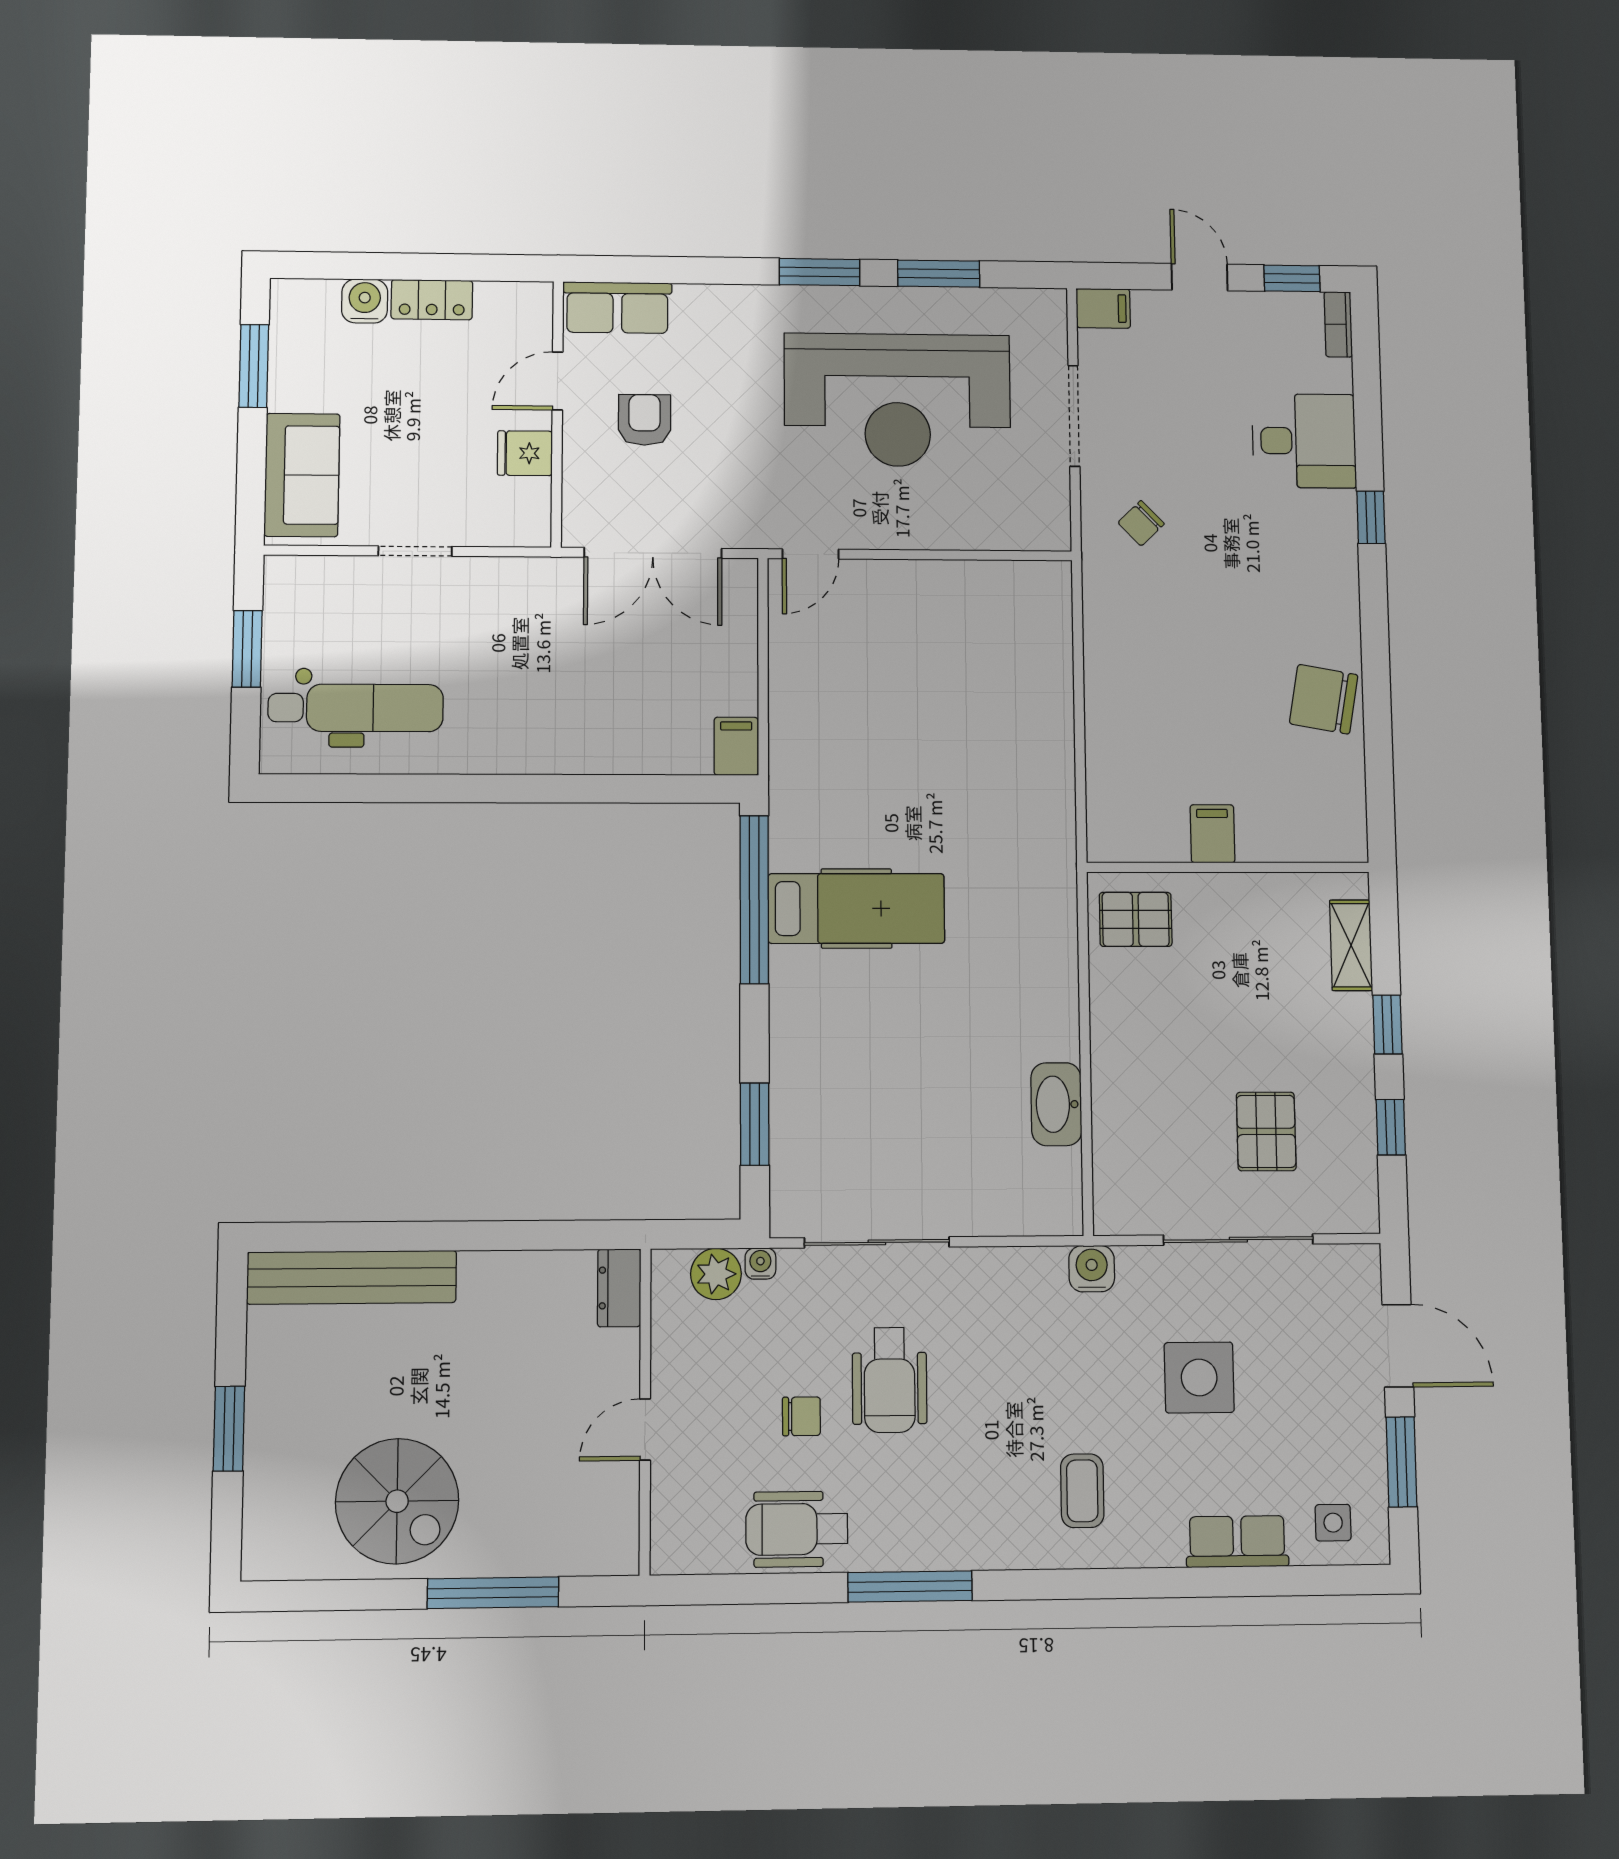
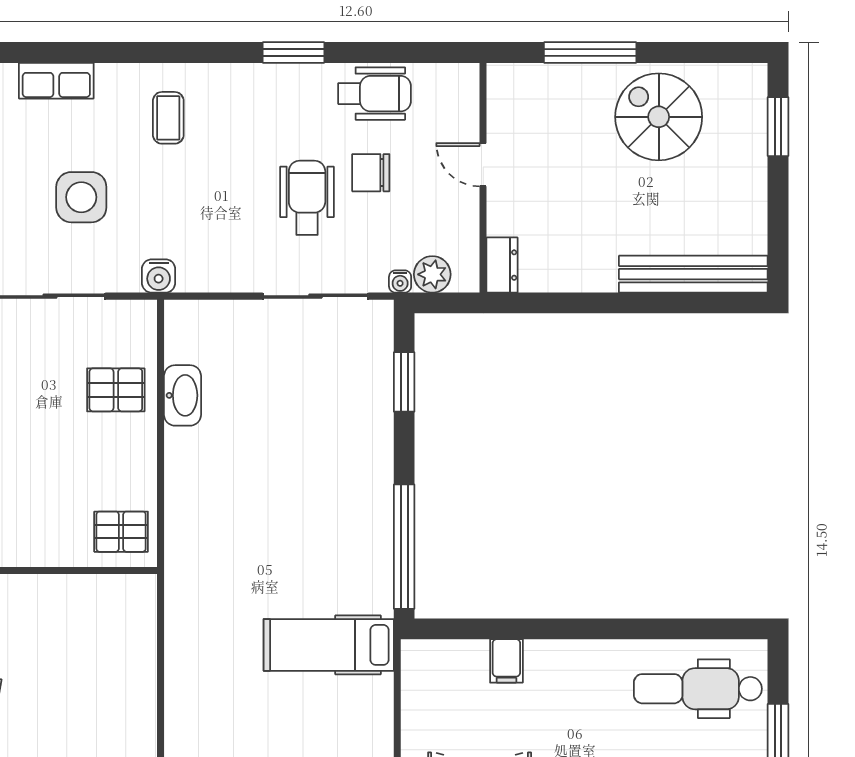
filing cabinet: (736, 746) -> (506, 661), moved
filing cabinet: (1212, 834) -> (62, 596), removed
hospital bed: (856, 908) -> (329, 645), moved
pallet: (1266, 1131) -> (116, 390), moved, turned 90
chair: (801, 1416) -> (371, 173), width x1.37, depth x1.37
window: (229, 1429) -> (778, 127), moved
door: (645, 1430) -> (483, 165), swing flipped
window: (910, 1586) -> (294, 53), width x0.69

